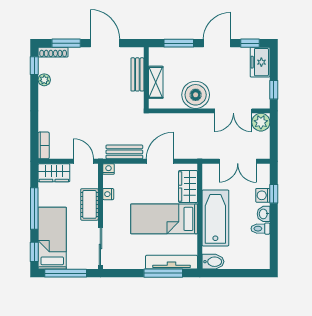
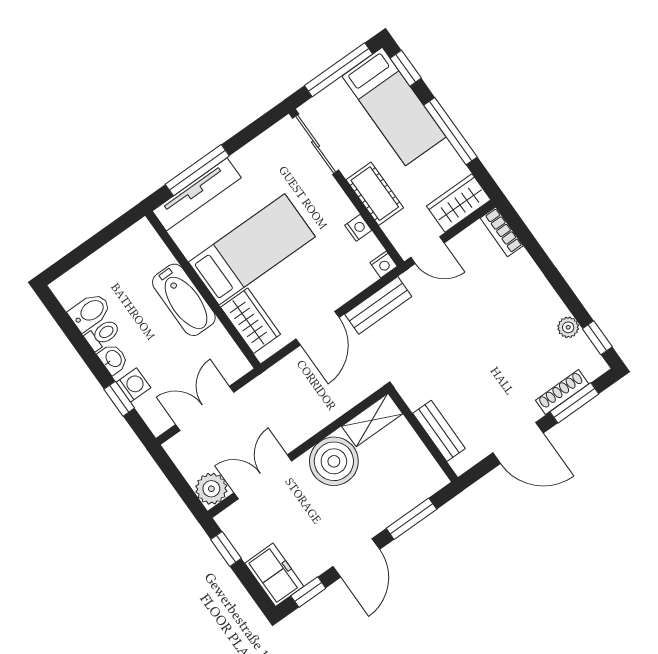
shoe rack: (53, 52) -> (562, 392), moved
shelving: (156, 82) -> (372, 420), moved, turned 90
bathtub: (215, 218) -> (184, 300), width x0.73, depth x0.73
bidet: (213, 262) -> (90, 312), moved, turned 180

